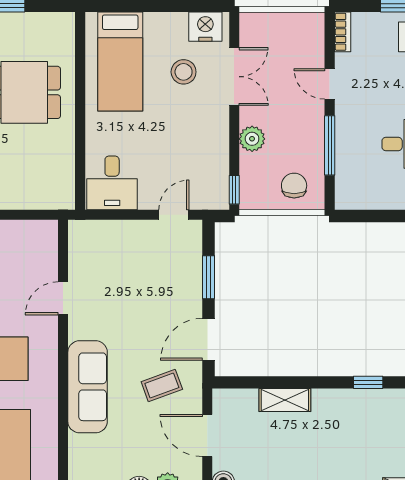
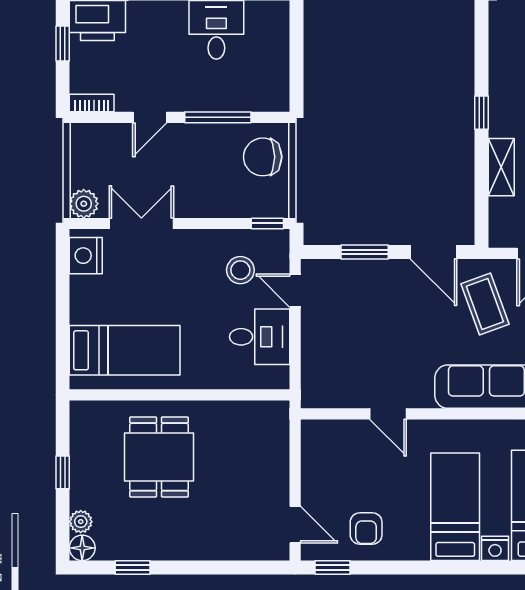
stool: (184, 72) -> (240, 270), moved
plant: (252, 139) -> (84, 204), moved
desk: (112, 183) -> (260, 337), moved
chair: (294, 186) -> (263, 157), width x1.37, depth x1.37
window: (368, 382) -> (481, 113), moved
coffee table: (162, 386) -> (485, 304), width x1.36, depth x1.30

